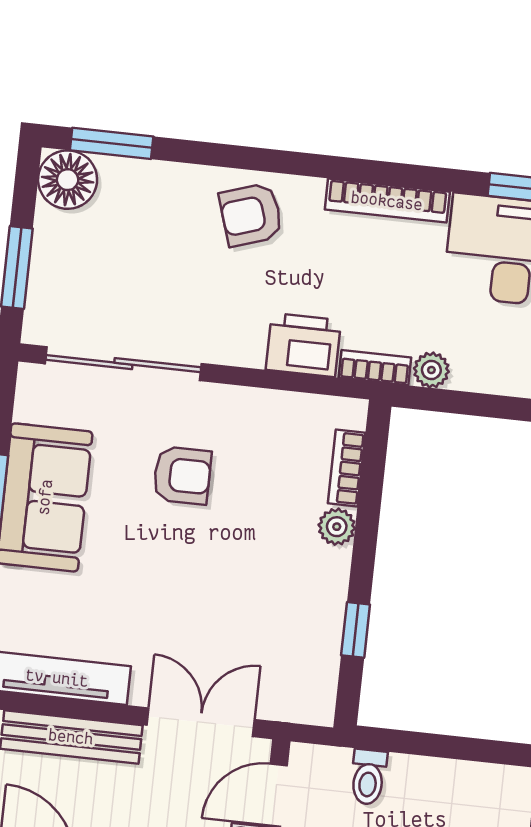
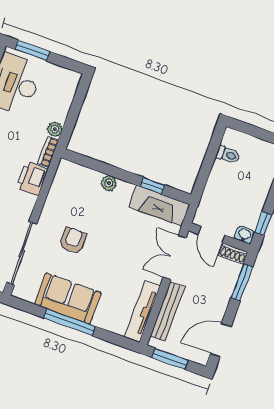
bookcase: (347, 468) -> (86, 173), removed
fireplace: (313, 657) -> (159, 206), added
toilet: (368, 777) -> (228, 155), moved

